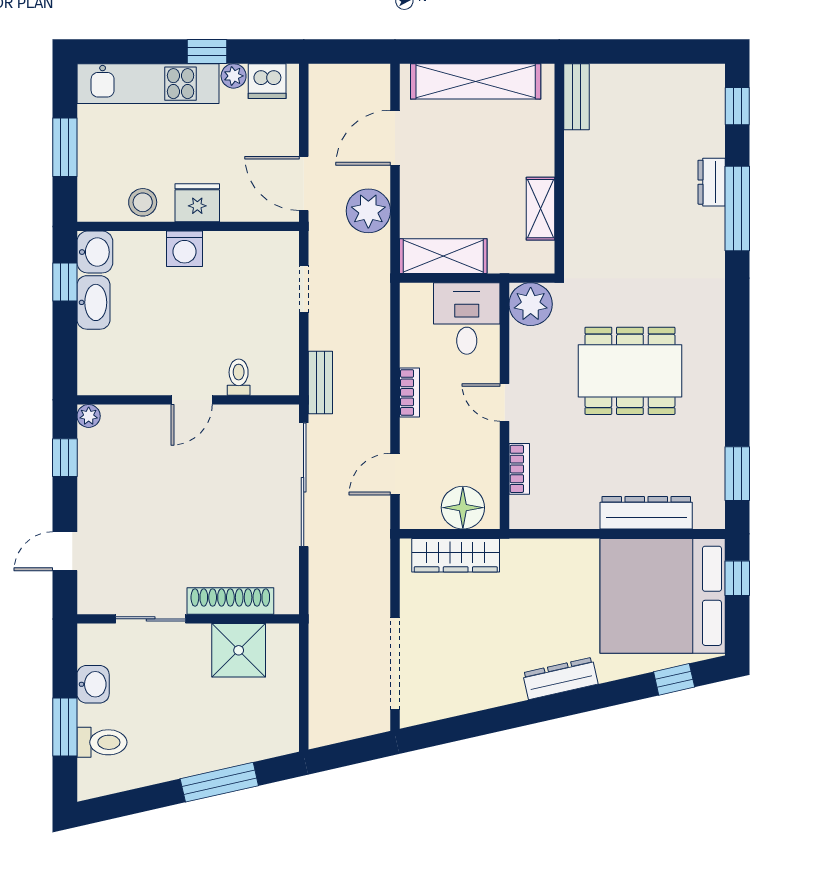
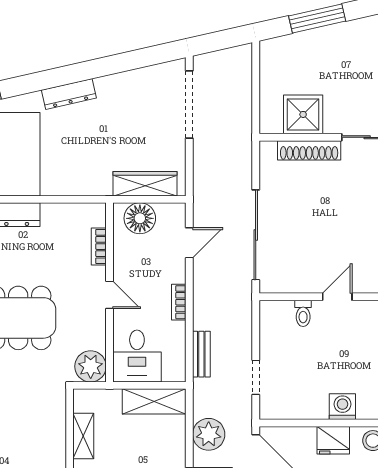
bench: (320, 382) -> (201, 354), moved

